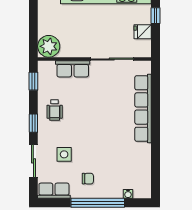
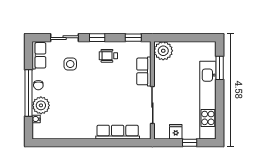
row of seats: (143, 108) -> (118, 132), width x0.73
chair: (88, 179) -> (38, 85), moved
plant: (112, 188) -> (41, 105), added

